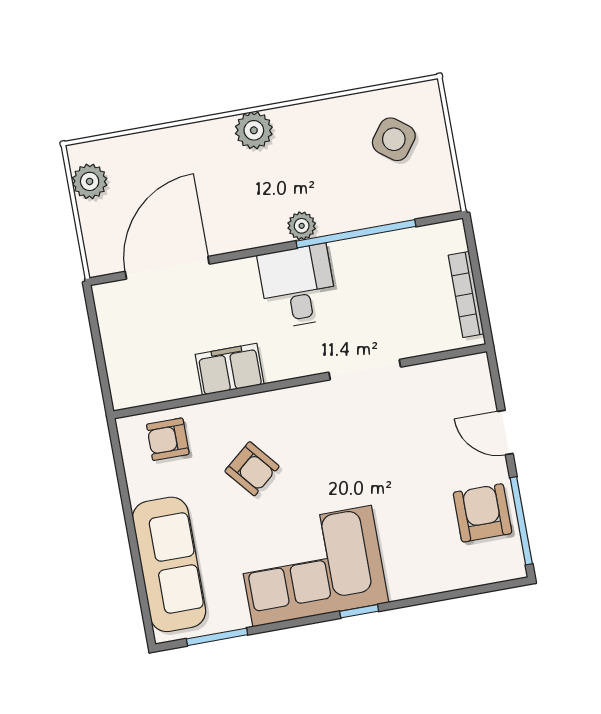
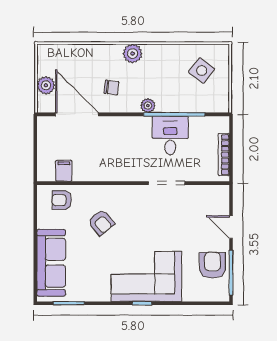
plant: (90, 181) -> (46, 85), moved
chair: (225, 204) -> (111, 88), added
door: (167, 268) -> (77, 114), hinge flipped
desk: (298, 286) -> (170, 135), moved
filing cabinet: (230, 369) -> (64, 171), moved, width x0.50
corner sofa: (312, 566) -> (146, 276), moved

